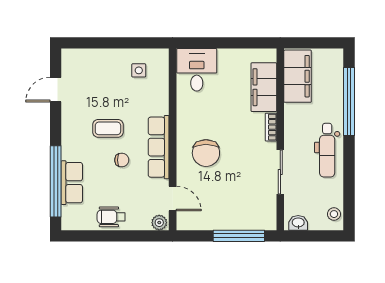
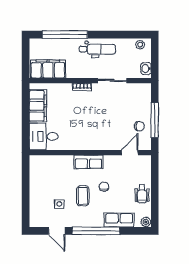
side table: (139, 70) -> (59, 204), moved
filing cabinet: (264, 87) -> (38, 106), moved, turned -90
row of seats: (159, 147) -> (88, 162), width x0.68
chair: (206, 153) -> (139, 126), moved, width x0.54, depth x0.54
window: (56, 181) -> (96, 231), moved
plant: (159, 223) -> (146, 222), moved
window: (239, 236) -> (155, 120), moved

